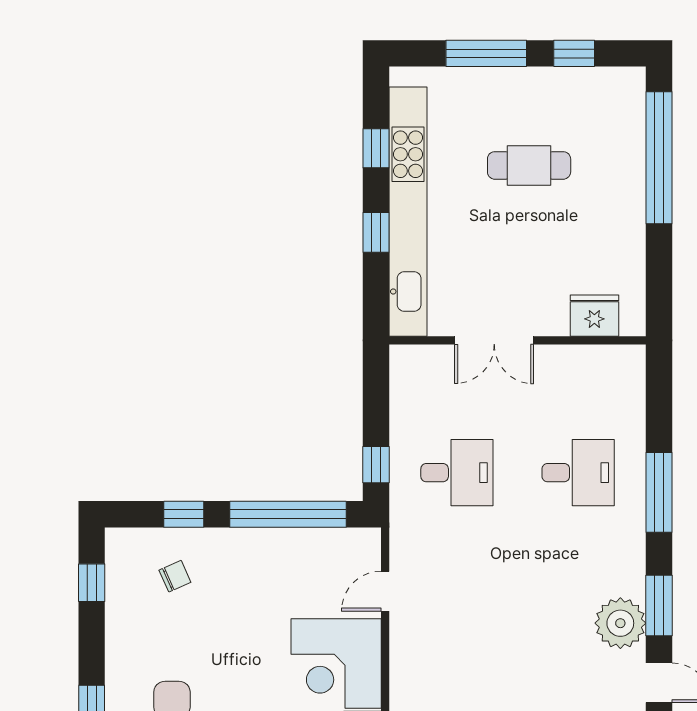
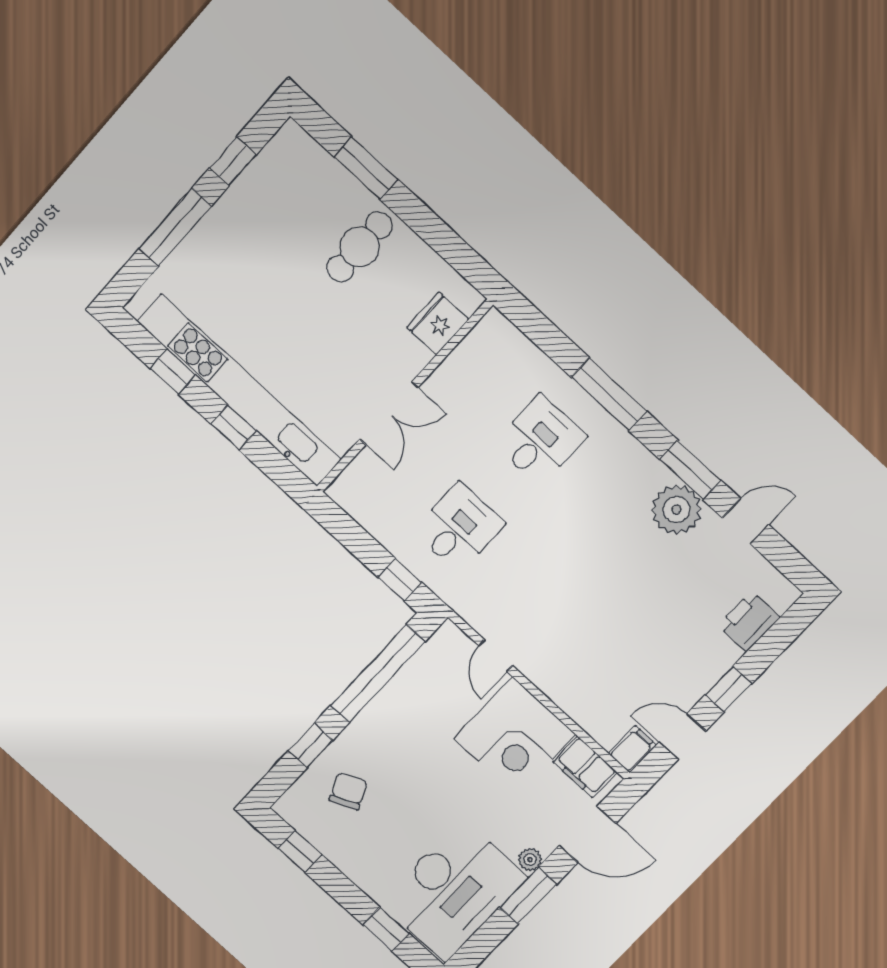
window: (659, 158) -> (366, 168), width x0.47
cafe table: (529, 165) -> (360, 247), moved
chair: (175, 576) -> (348, 791), width x1.37, depth x1.37

